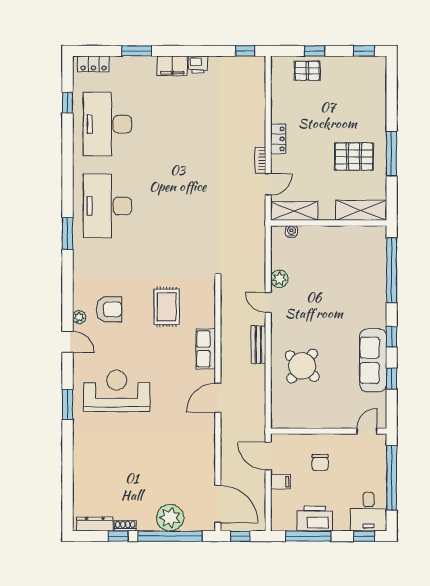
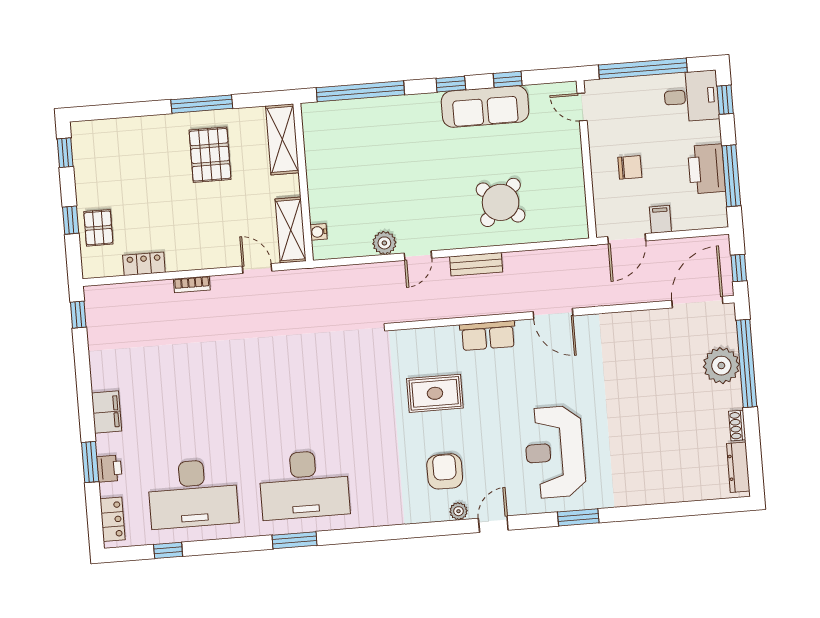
printer: (198, 65) -> (109, 468), moved
locker: (278, 139) -> (144, 264), moved
bookcase: (260, 160) -> (192, 284), moved
window: (68, 233) -> (295, 540), moved
window: (118, 536) -> (752, 434), removed

